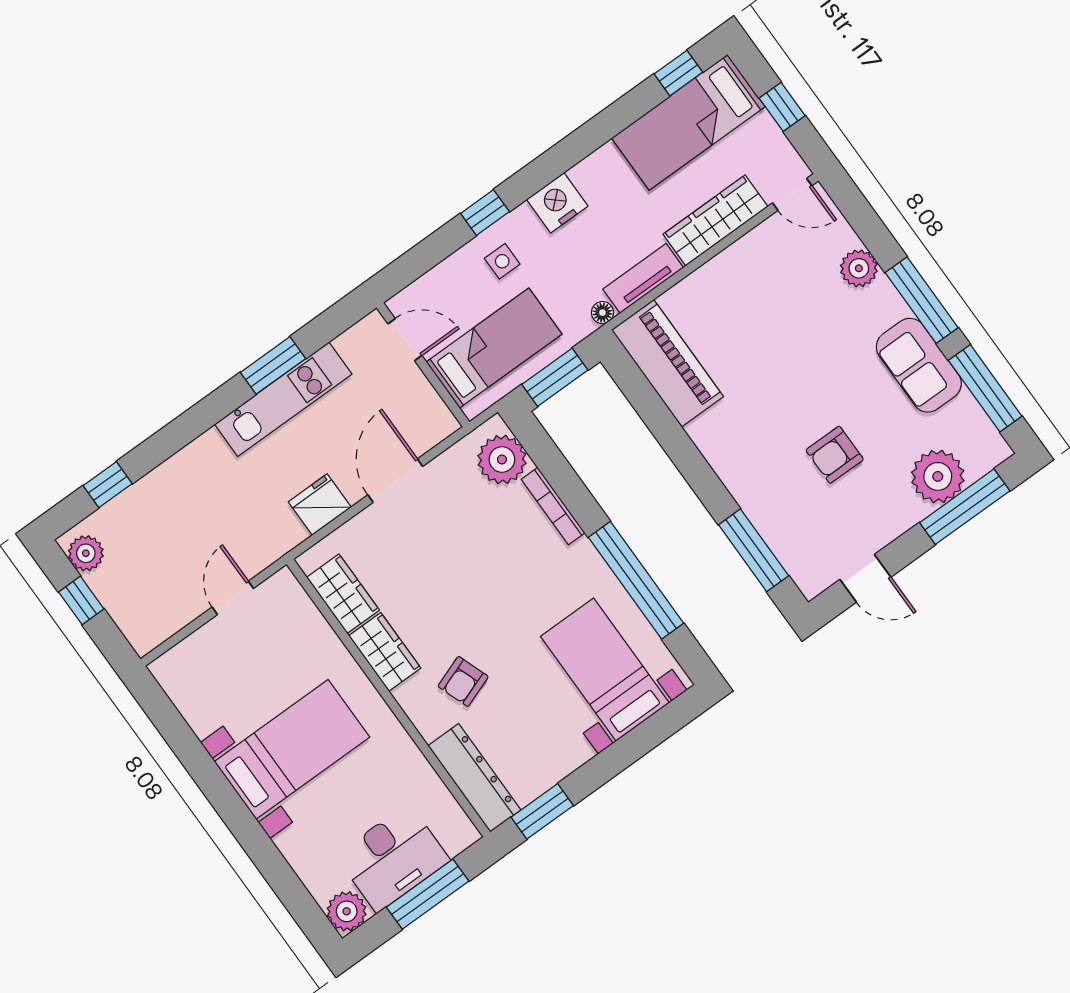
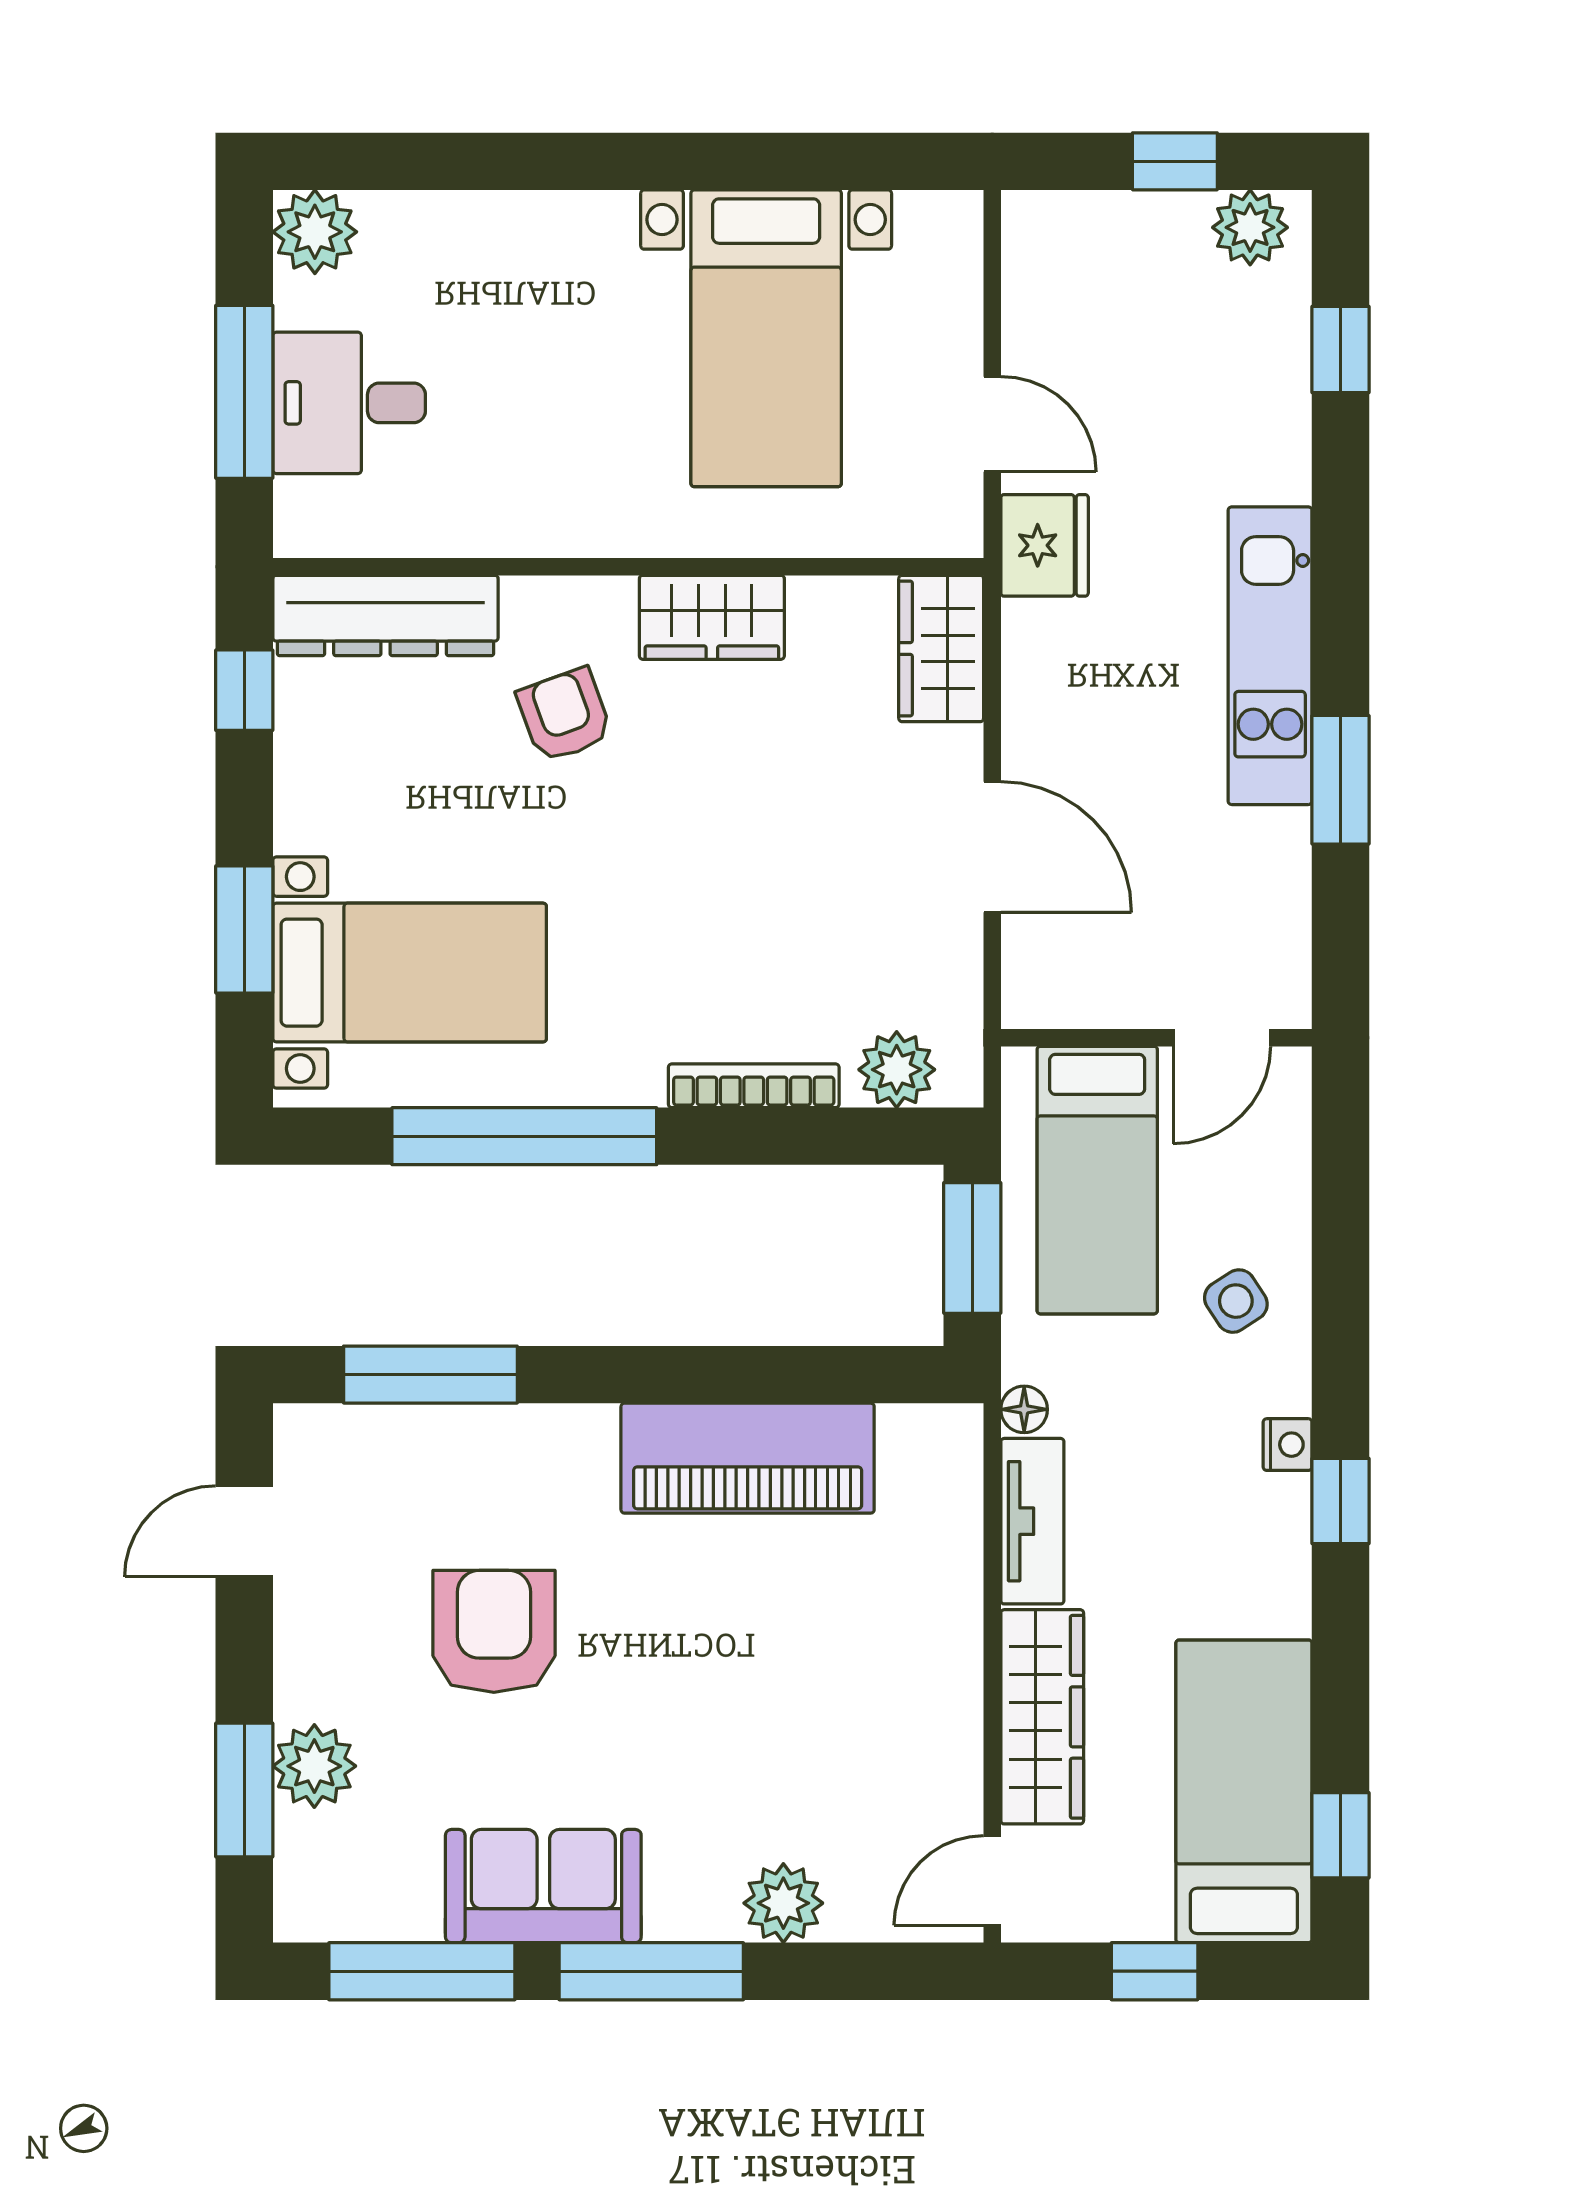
nightstand: (557, 203) -> (1288, 1445), width x0.53, depth x0.56
window: (485, 213) -> (1341, 1501), moved
side table: (502, 261) -> (1236, 1301), turned -33
piano: (667, 363) -> (748, 1458), moved
kitchen unit: (283, 399) -> (1270, 656), moved
armchair: (835, 455) -> (494, 1631), width x1.38, depth x1.38
plant: (502, 459) -> (897, 1070), width x0.73, depth x0.73
plant: (938, 476) -> (314, 1766), width x0.73, depth x0.73
fridge: (320, 504) -> (1045, 545), moved
window: (965, 507) -> (244, 1790), width x0.69
wardrobe: (343, 594) -> (941, 648), moved, turned 90
window: (634, 745) -> (244, 929), added
bed with nightstands: (292, 749) -> (766, 338), moved
window: (542, 811) -> (244, 690), width x0.67
desk: (393, 858) -> (349, 403), width x0.73

